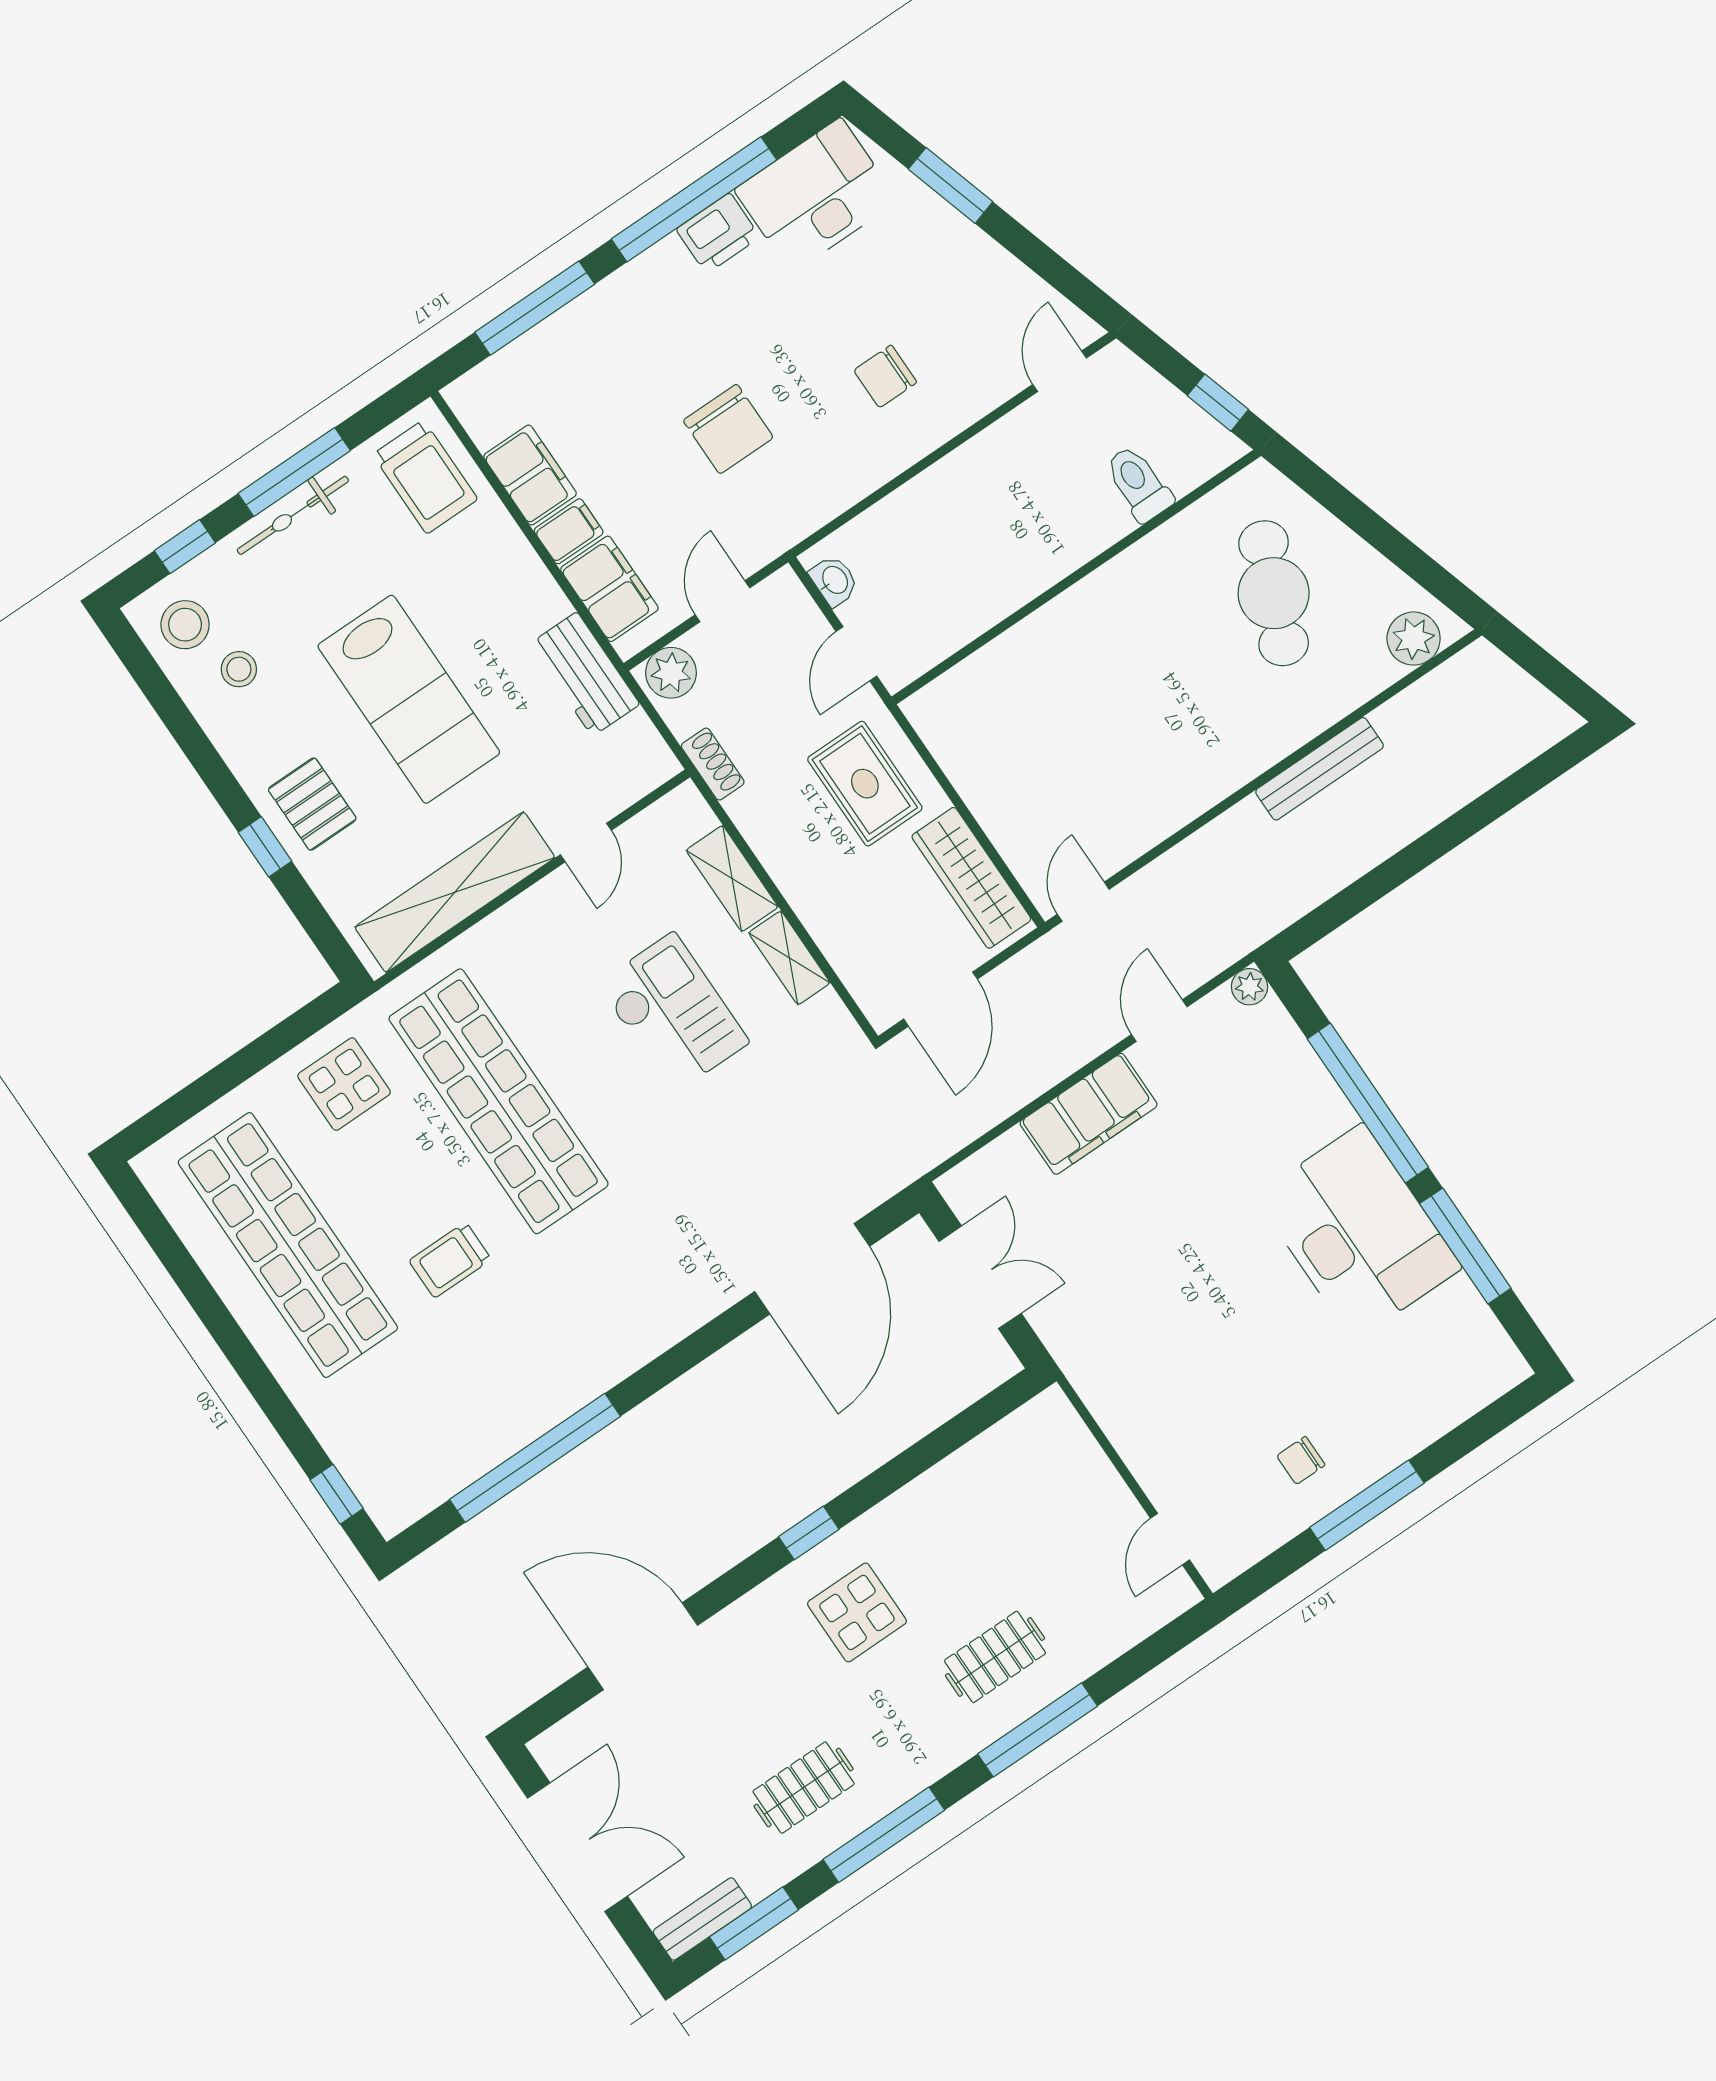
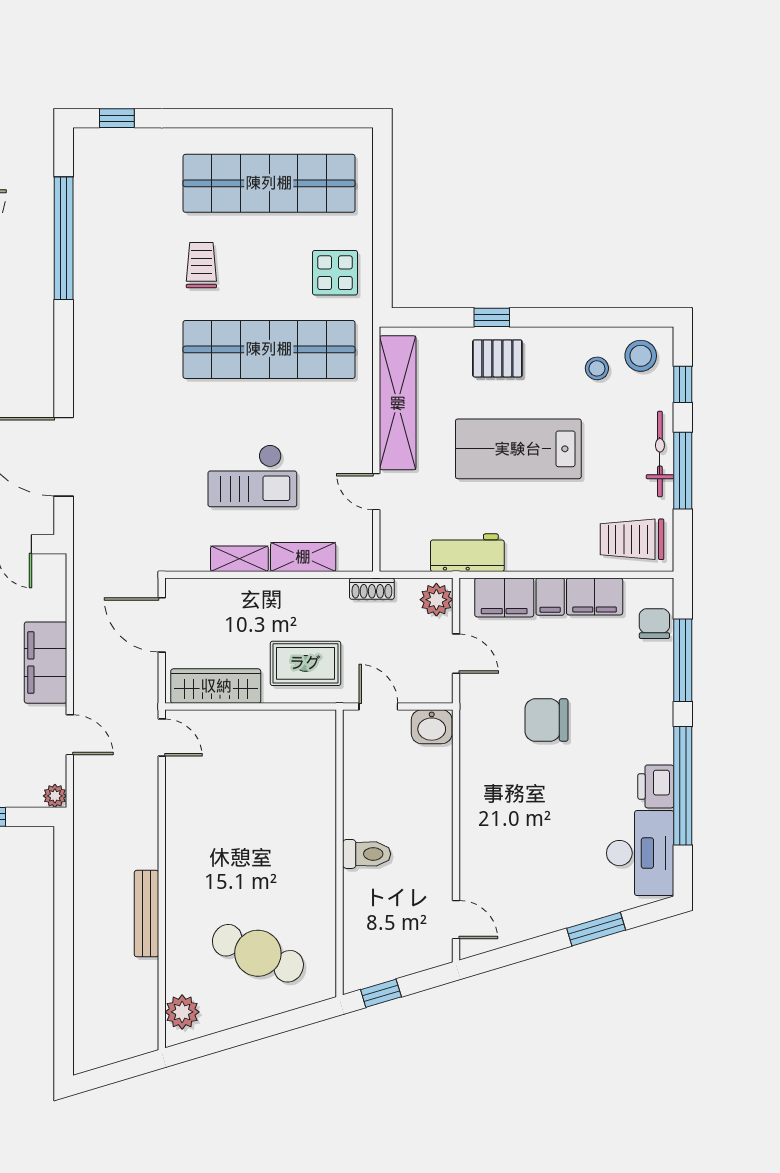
chair: (885, 376) -> (654, 624), moved
toilet: (1139, 484) -> (367, 854), moved
washbasin: (834, 581) -> (432, 727), width x1.38, depth x1.45

